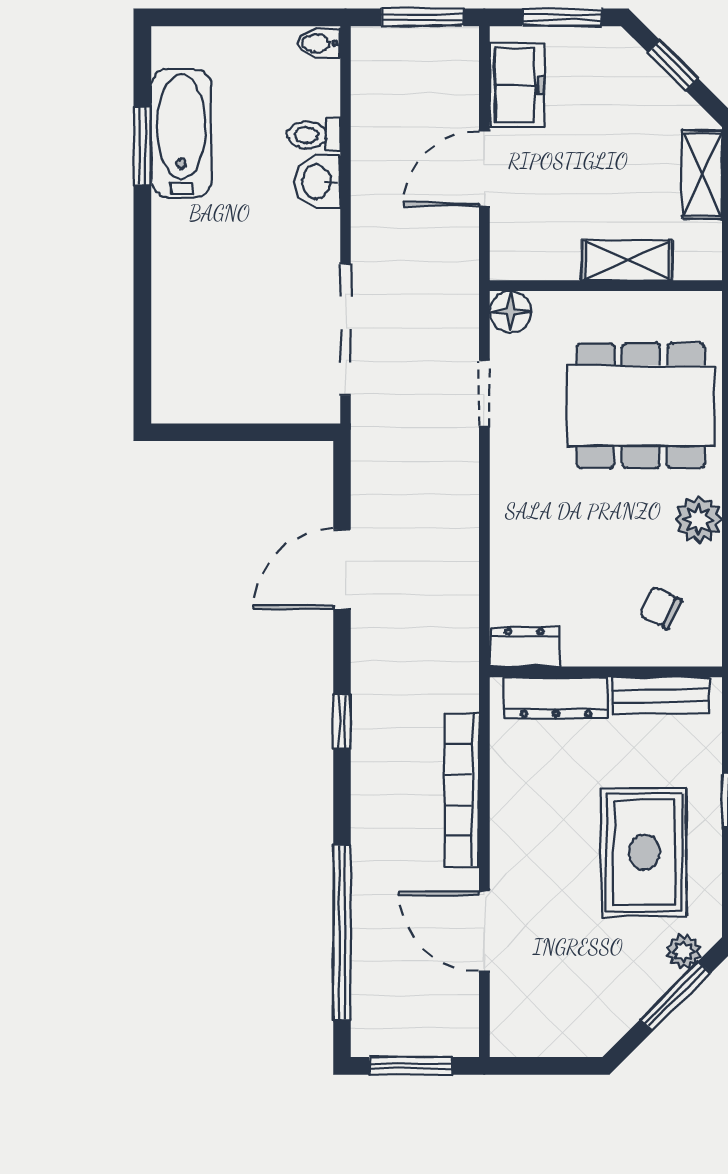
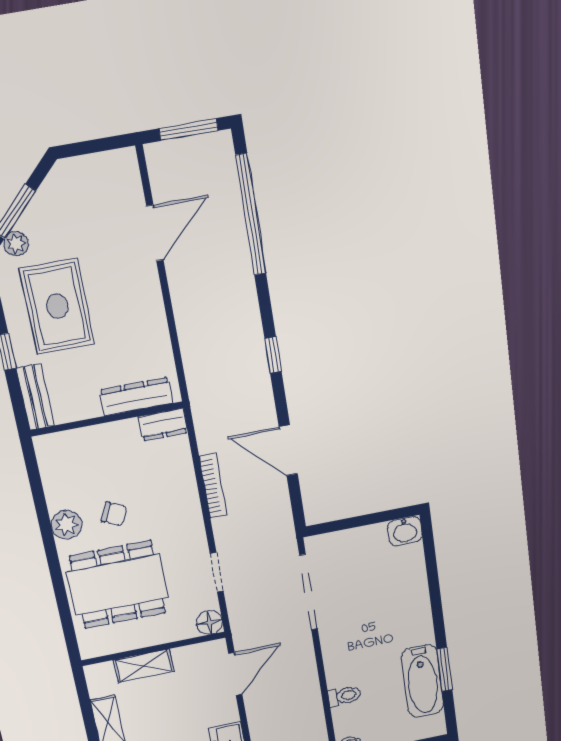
door: (484, 168) -> (235, 674), moved
washbasin: (318, 182) -> (405, 531), moved, turned 90
door: (342, 569) -> (288, 450), swing flipped
chair: (661, 608) -> (114, 514), moved
bench: (661, 696) -> (35, 397), moved, turned 90
bookcase: (462, 790) -> (213, 486), moved, width x0.68, depth x0.76
door: (484, 931) -> (155, 233), hinge flipped

